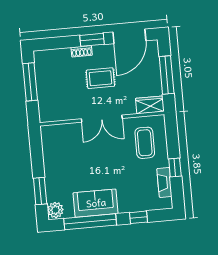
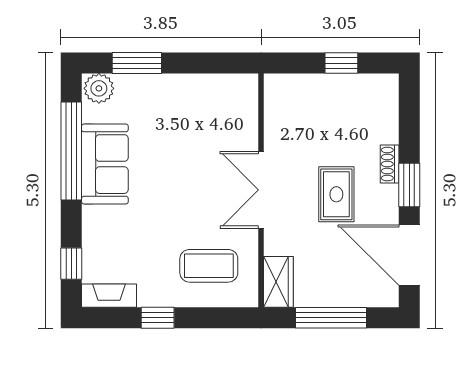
window: (30, 82) -> (341, 63), width x0.46
fireplace: (164, 182) -> (109, 296), moved
window: (138, 217) -> (71, 264), moved

